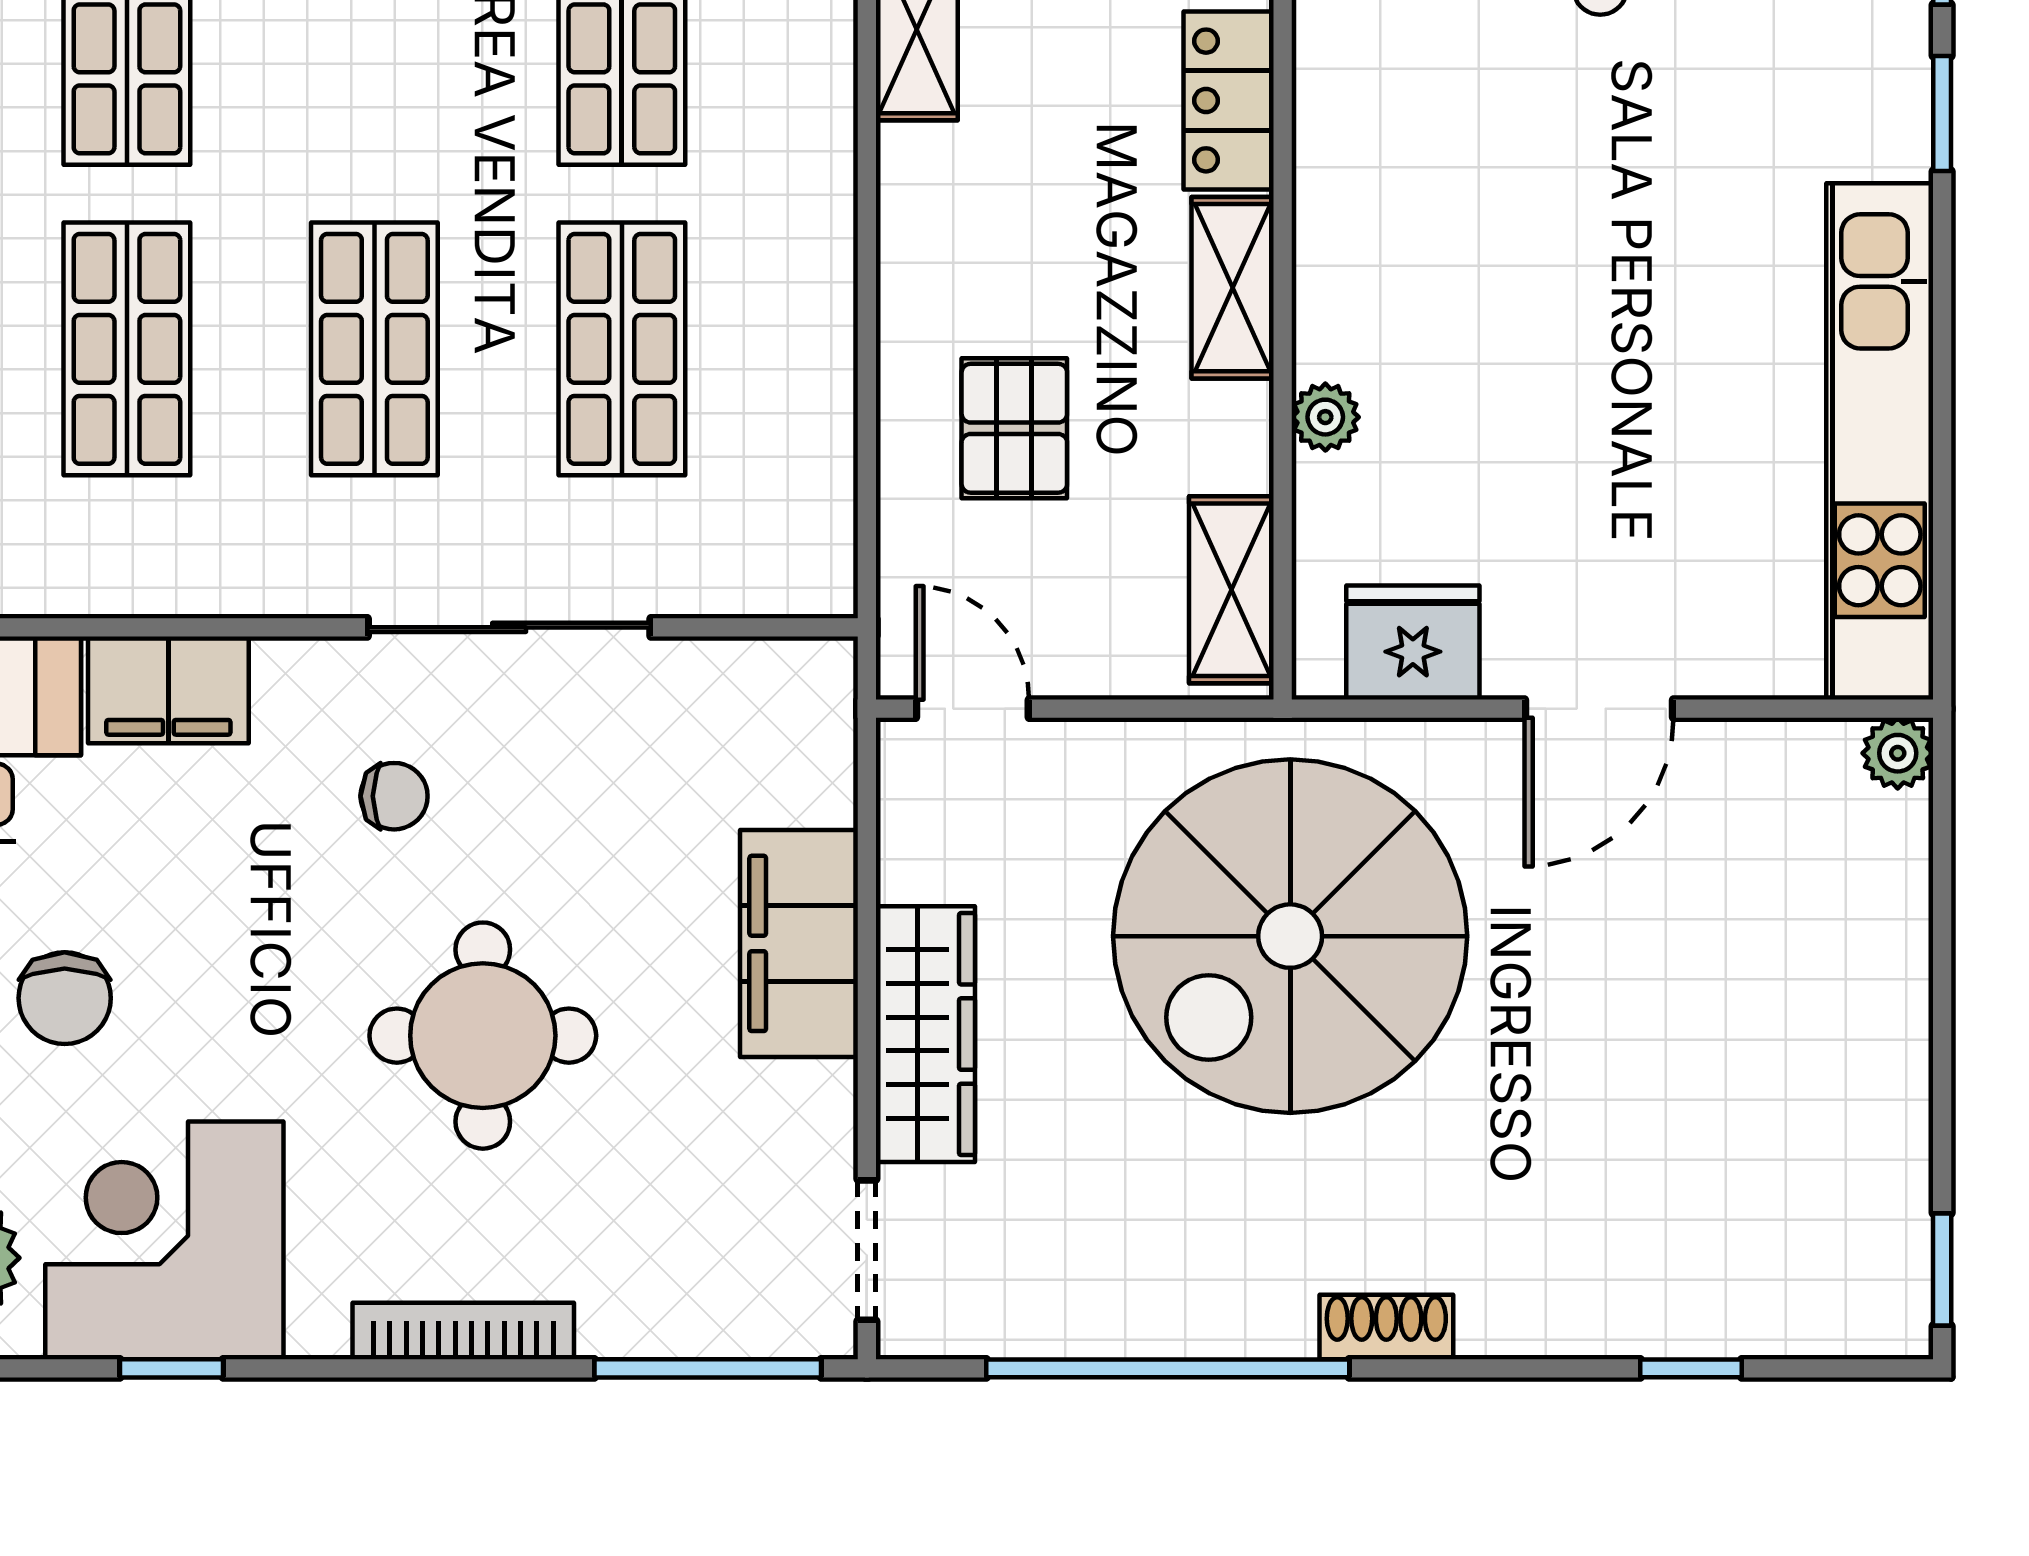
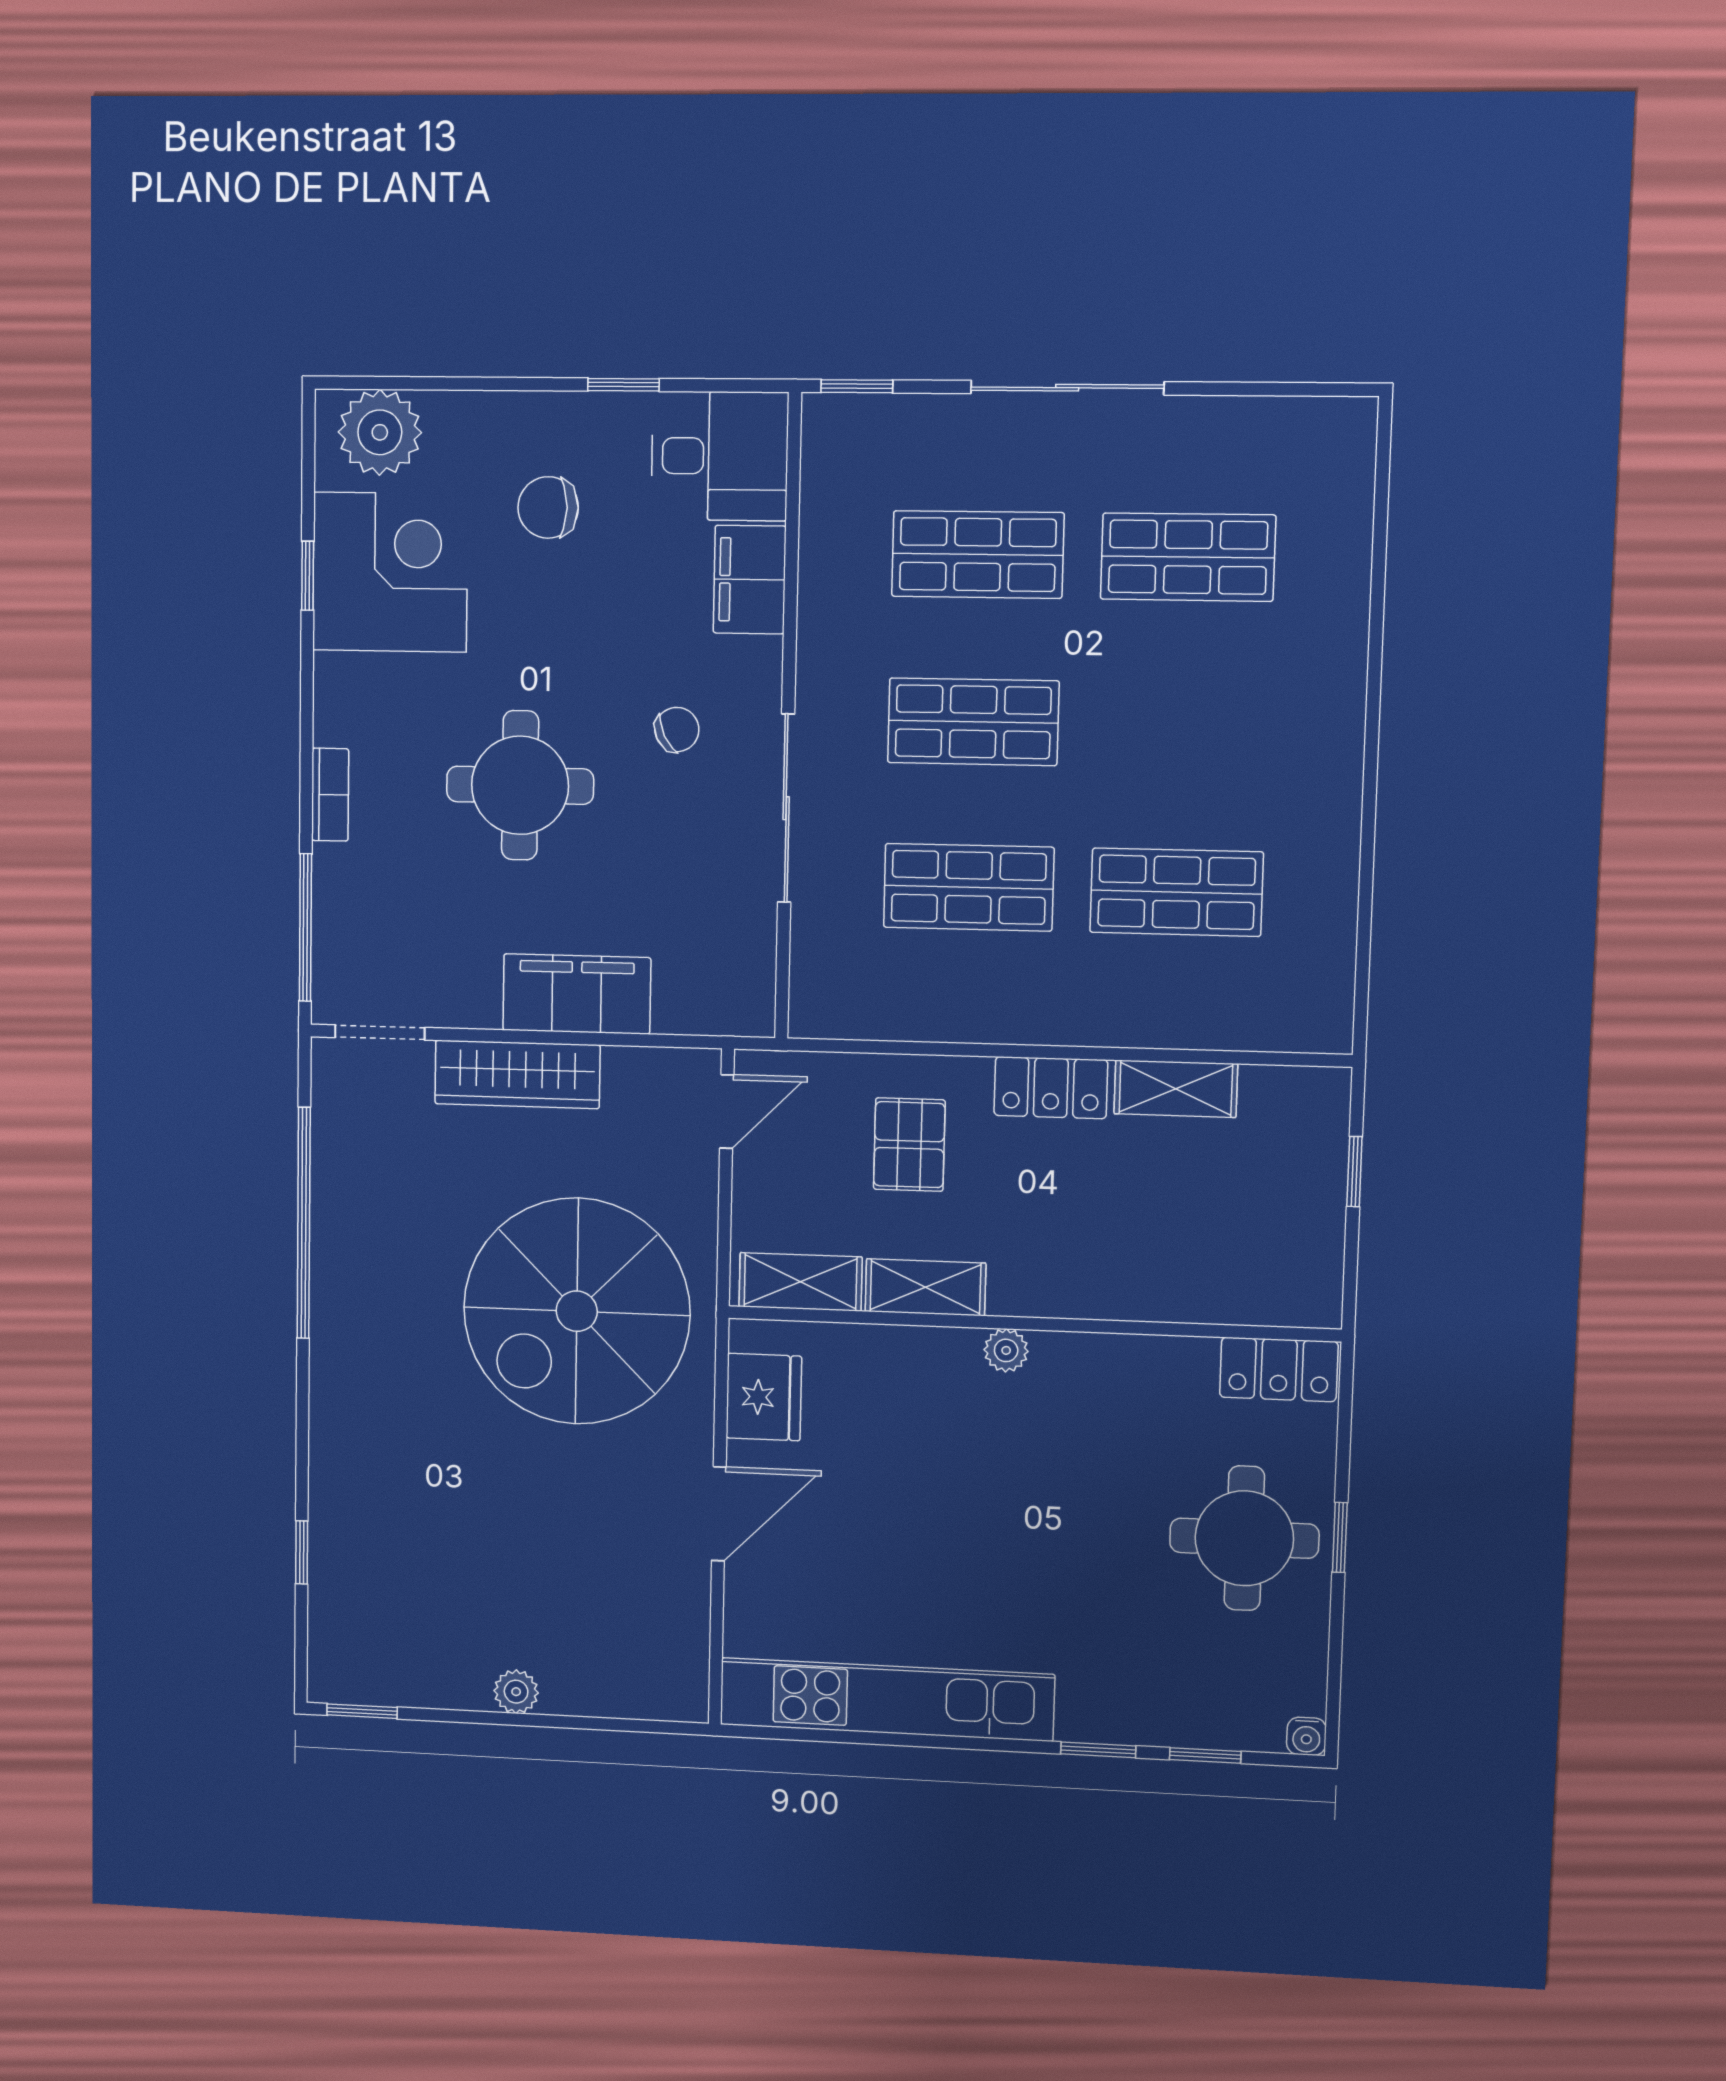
locker: (1229, 100) -> (1051, 1088), moved, turned 180
shelving: (1233, 288) -> (925, 1287), moved
plant: (1325, 417) -> (1006, 1350), moved
pallet: (1014, 428) -> (909, 1145), turned 90
door: (1599, 709) -> (719, 1514), swing flipped
plant: (1898, 753) -> (516, 1692), moved
chair: (394, 796) -> (677, 730), turned -116
spiral stairs: (1290, 936) -> (577, 1311), turned -90
shoe rack: (1386, 1327) -> (329, 1362), removed
bookcase: (463, 1331) -> (330, 795), width x0.64

